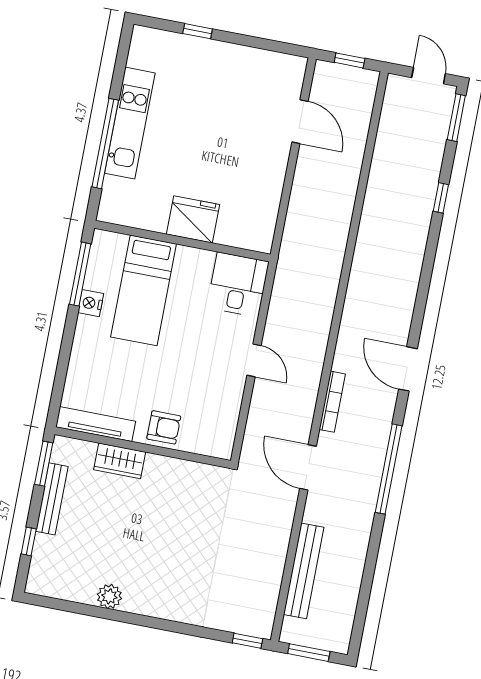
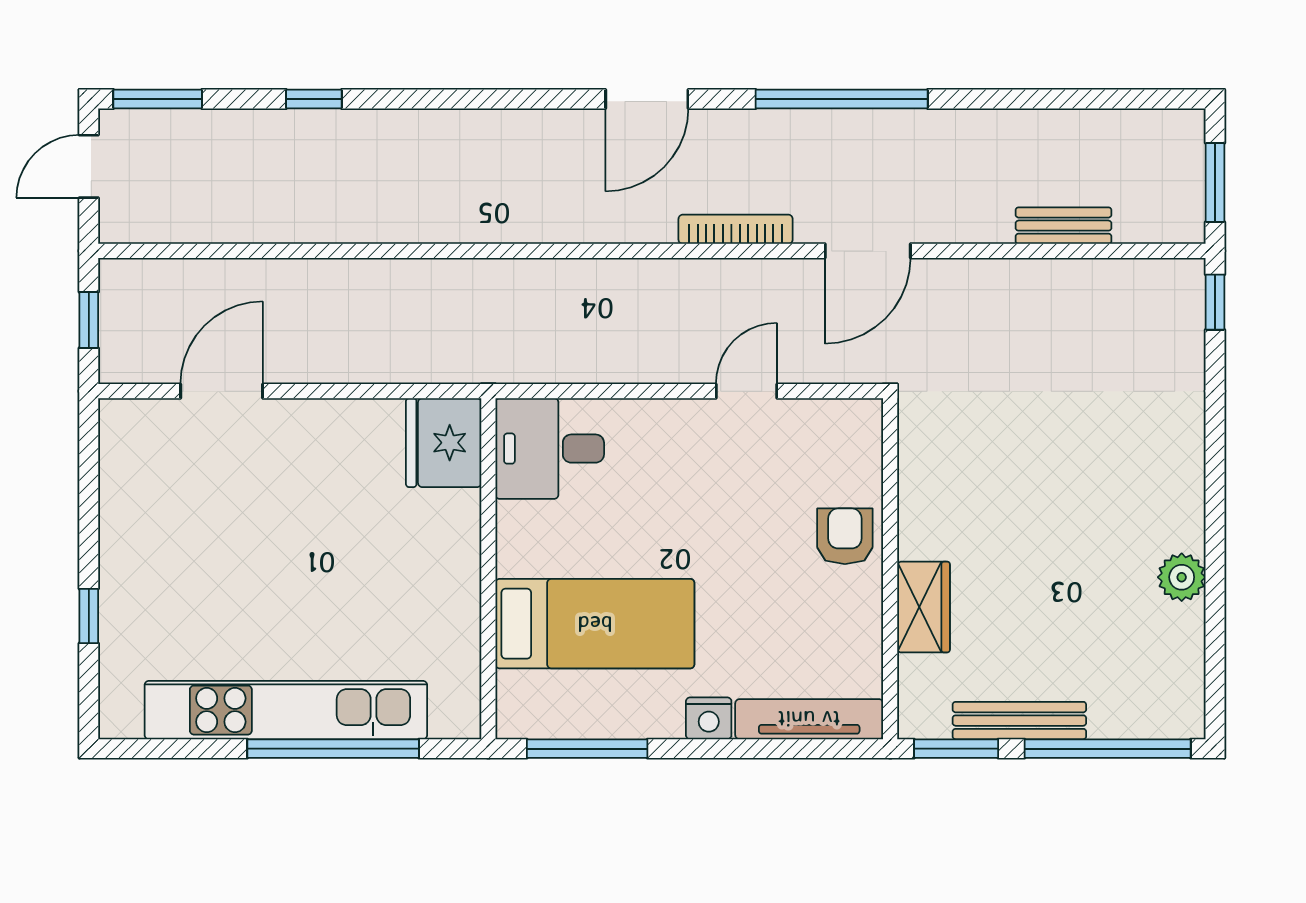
kitchen unit: (130, 123) -> (286, 710), width x1.36
fridge: (193, 219) -> (444, 443), moved
nightstand: (91, 303) -> (709, 718), moved
door: (254, 360) -> (746, 391), moved
tv unit: (96, 424) -> (809, 719), moved, turned 90
window: (29, 541) -> (1108, 749), width x3.17
bench: (304, 571) -> (1063, 226), width x0.54, depth x0.82

